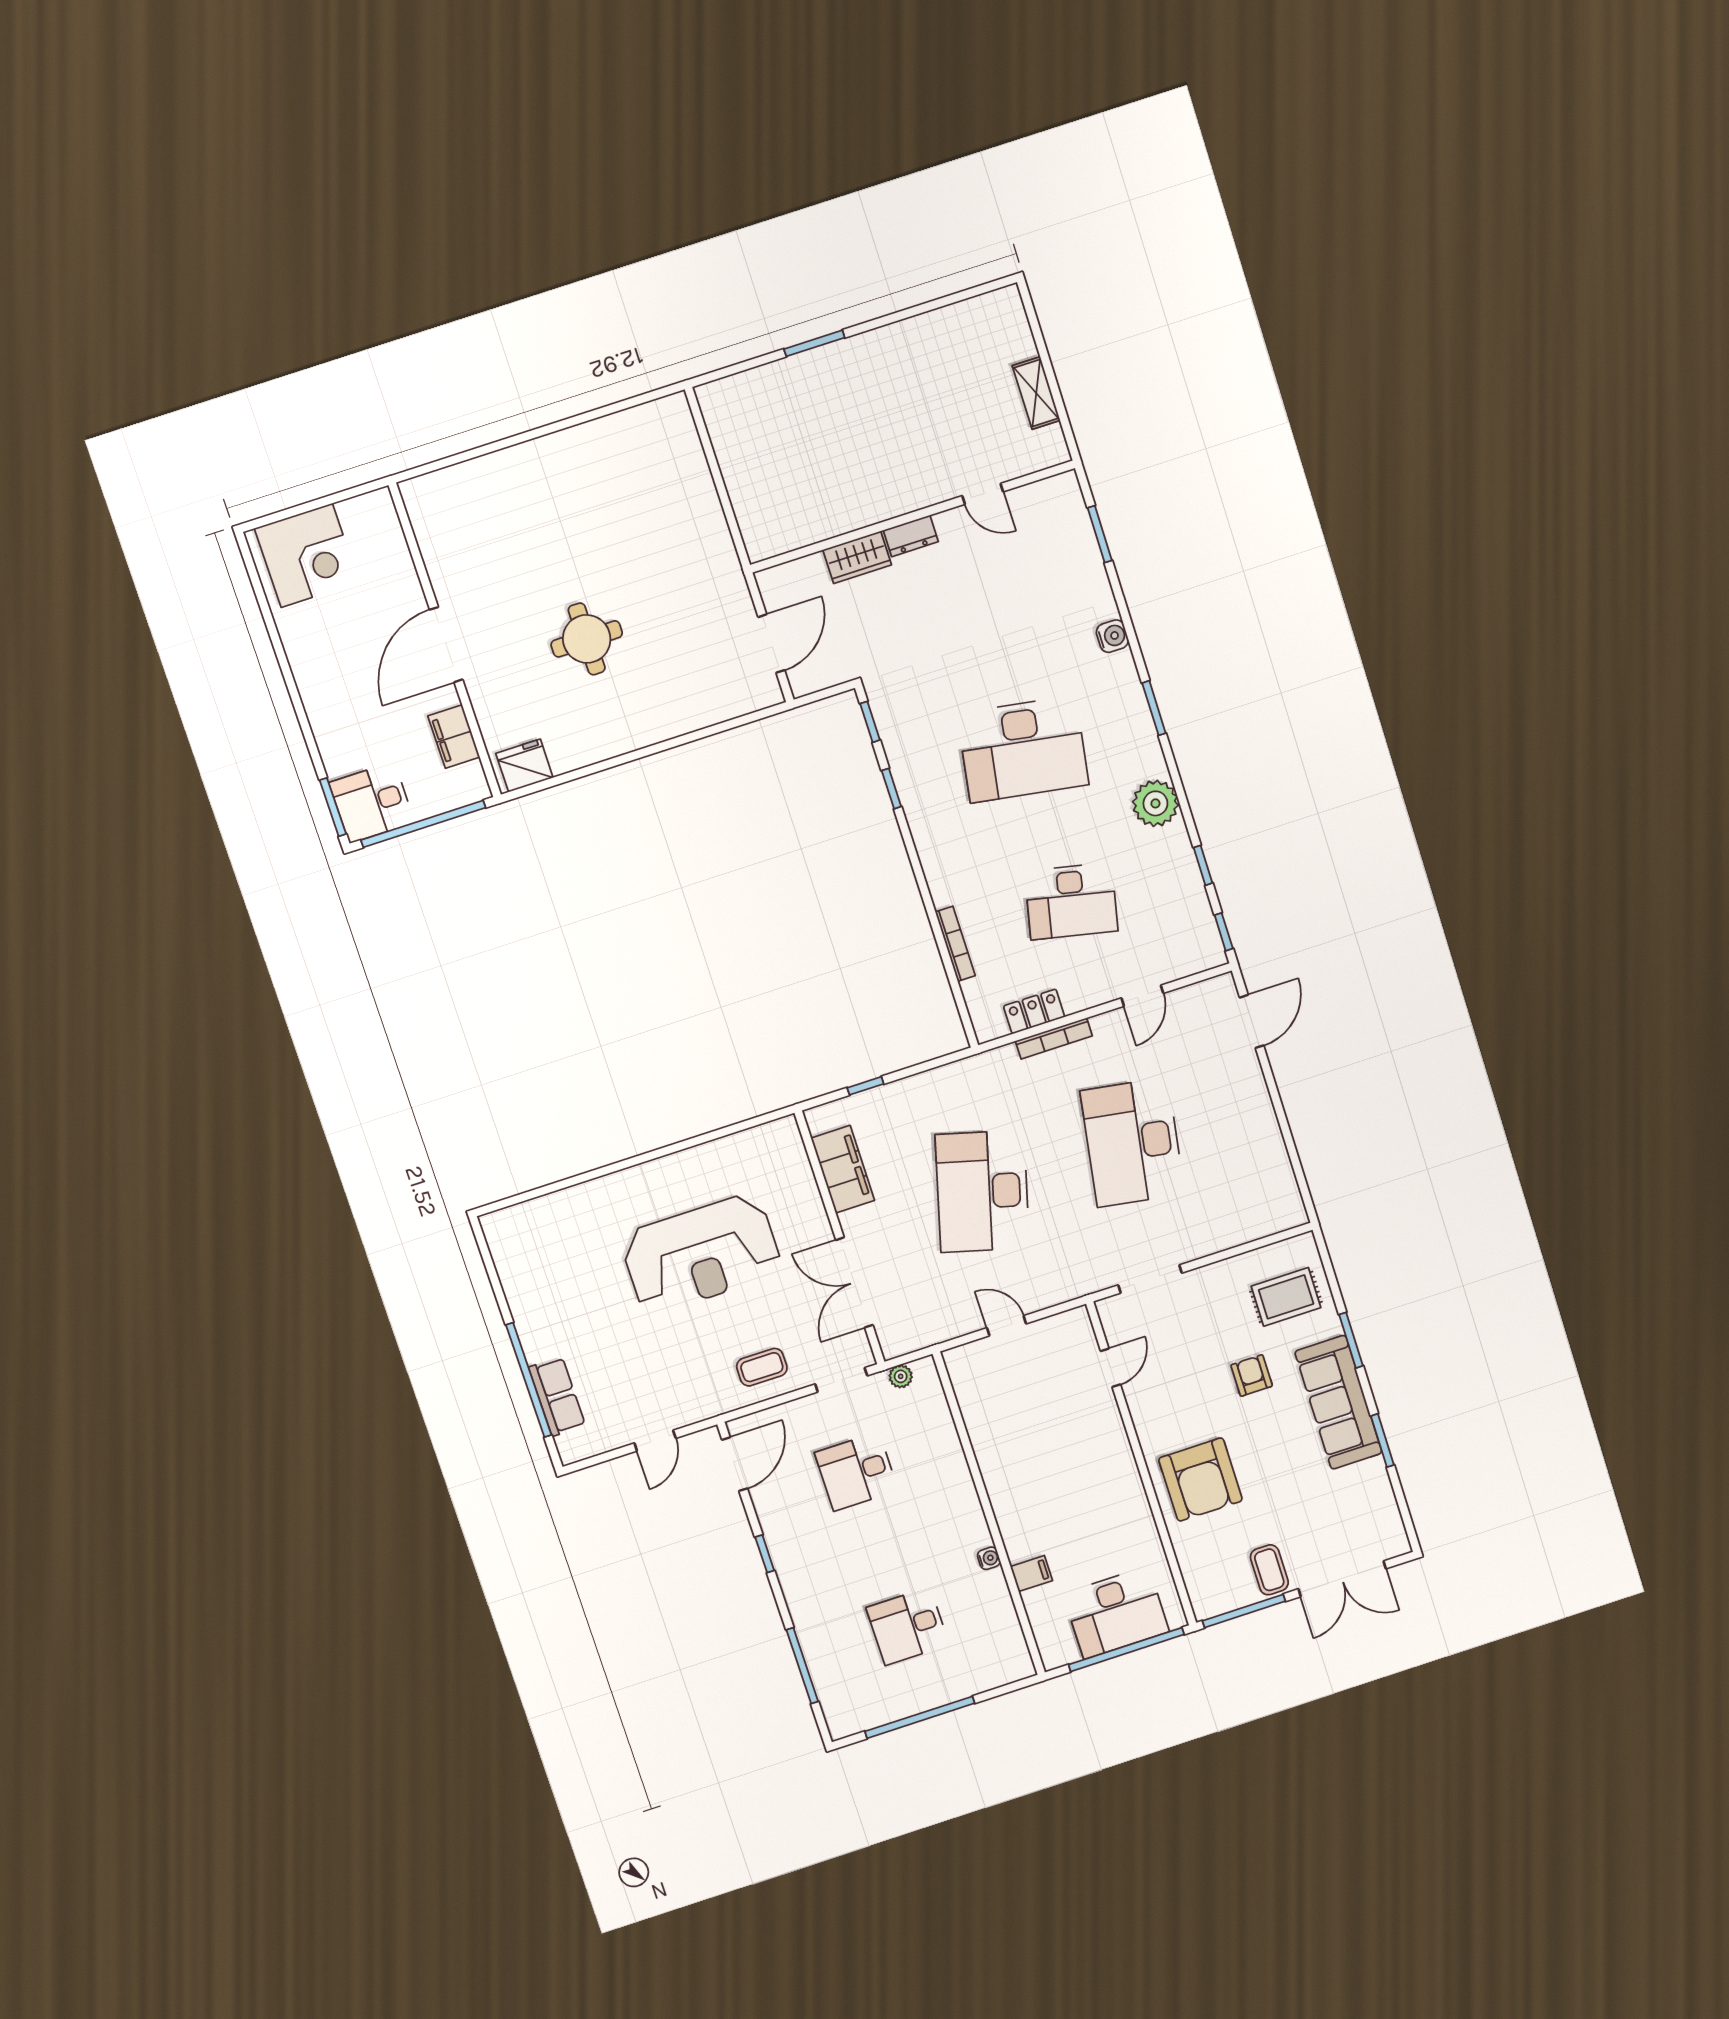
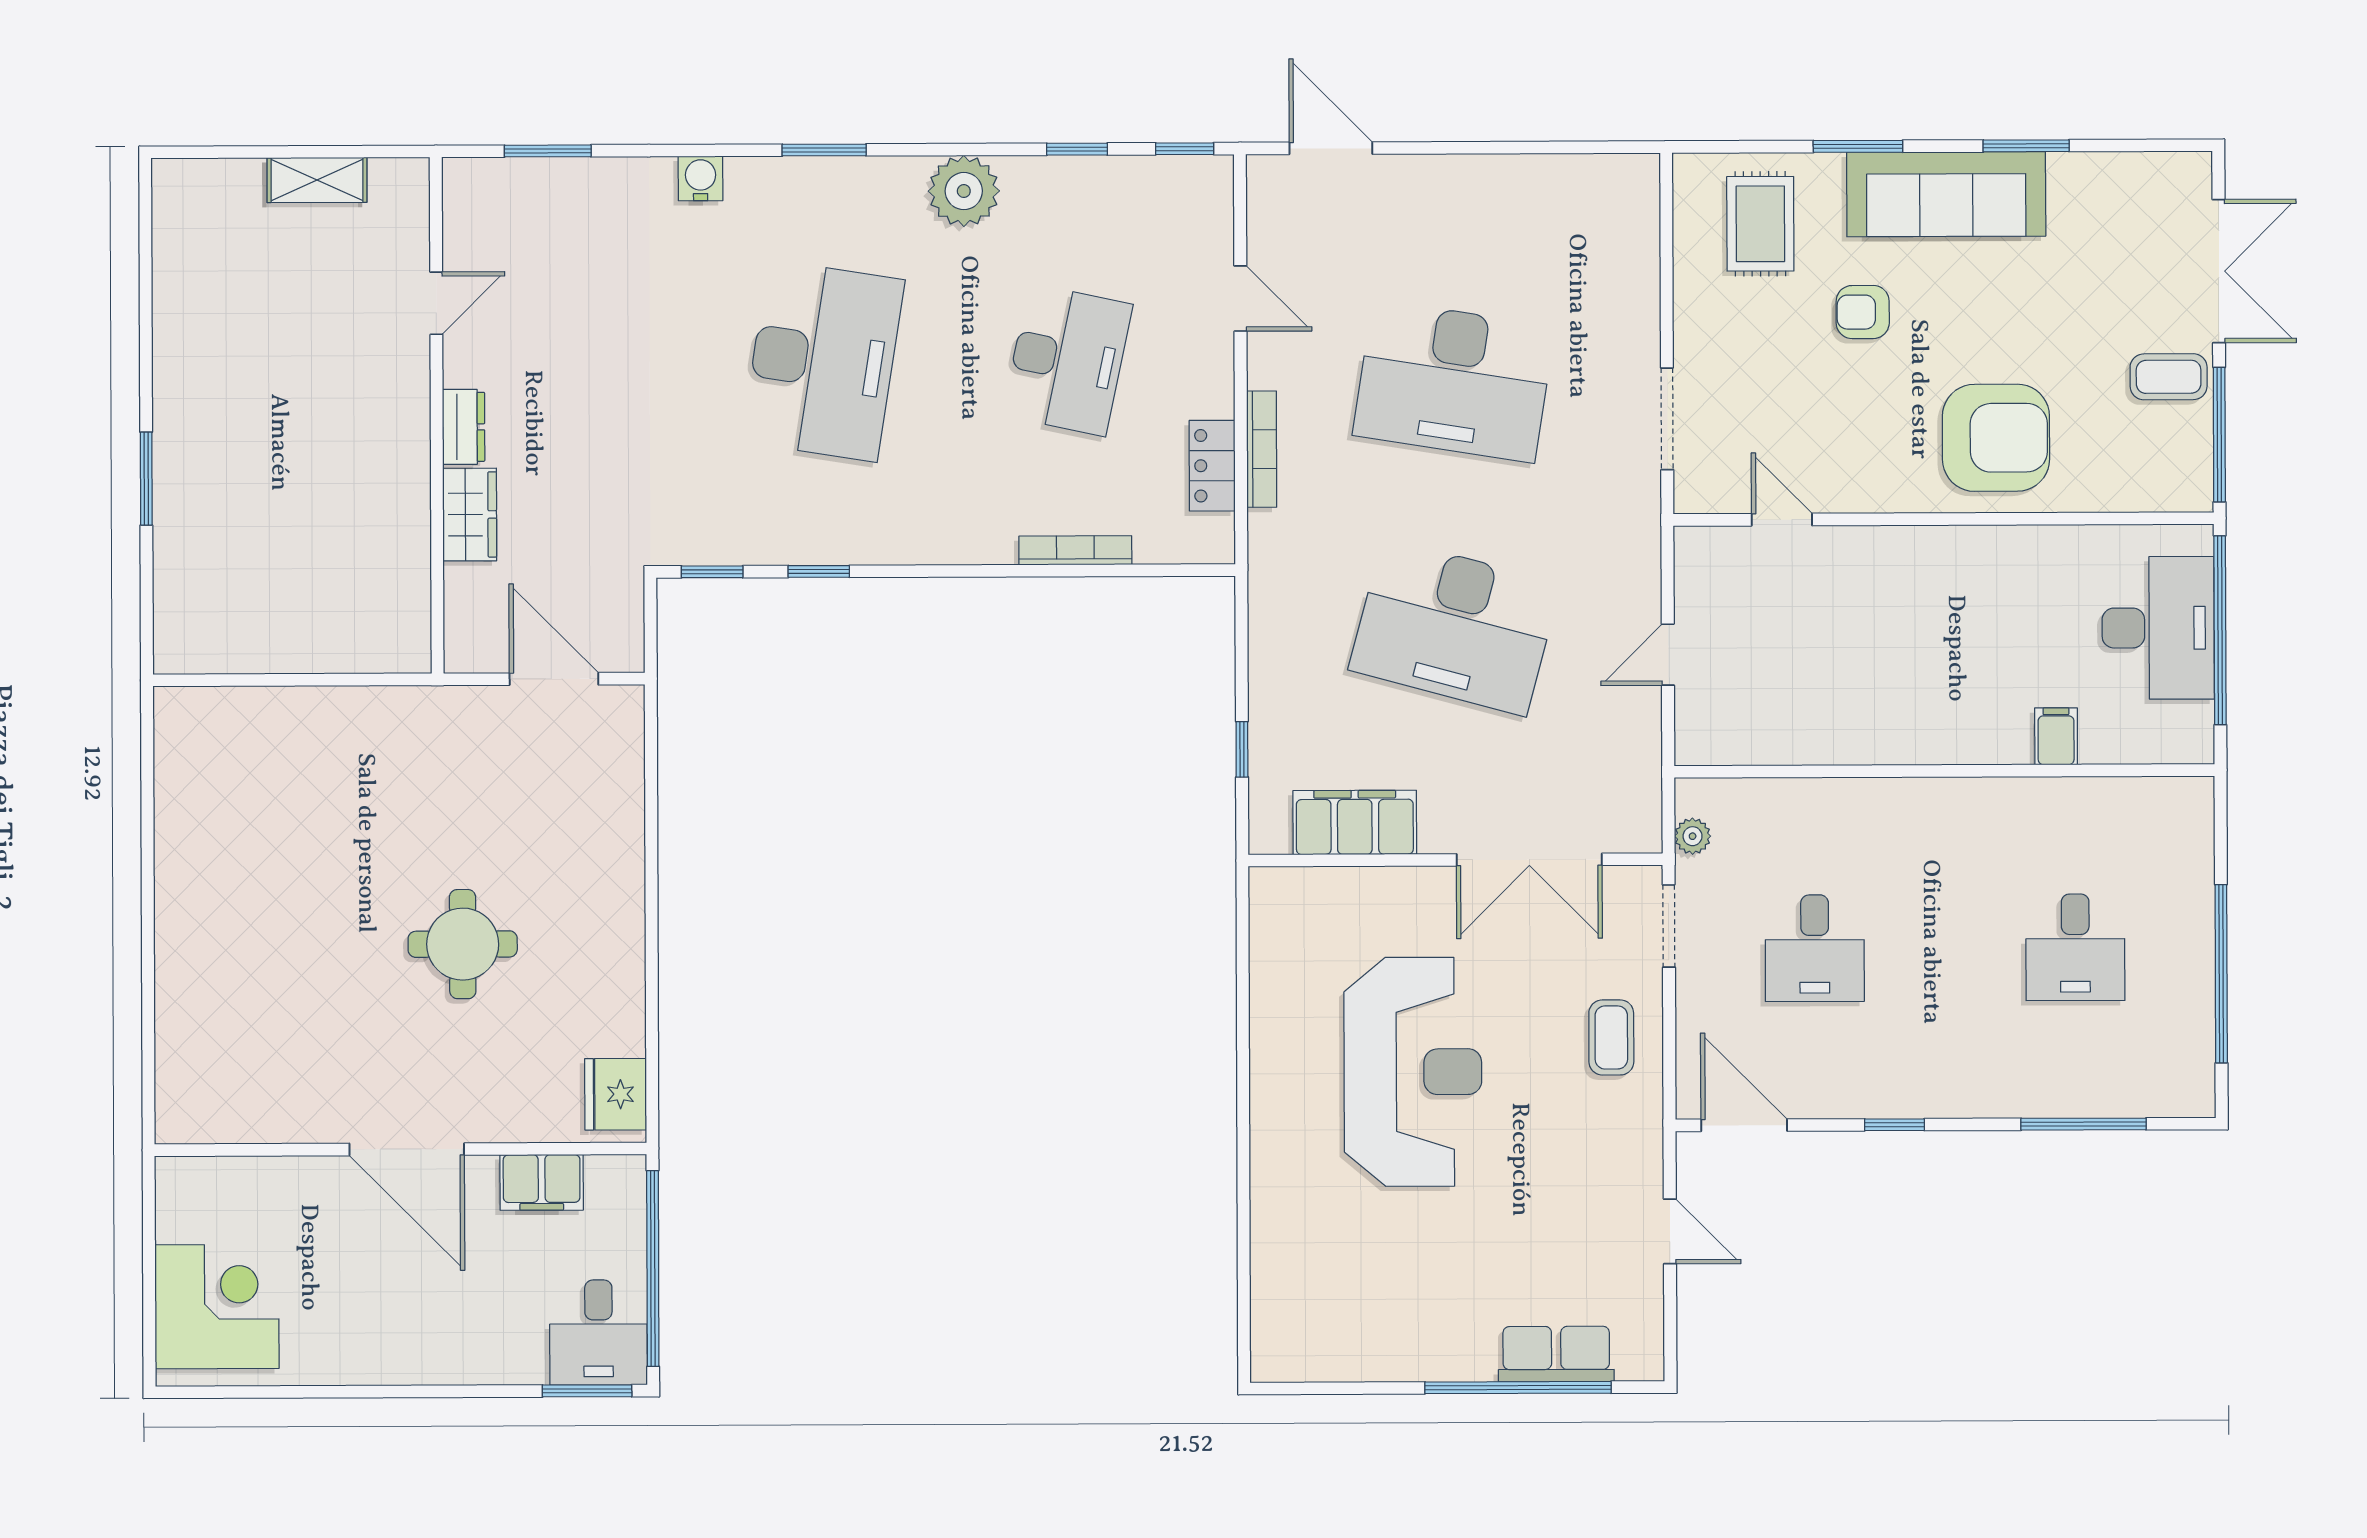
water cooler: (989, 1558) -> (2012, 793), removed

